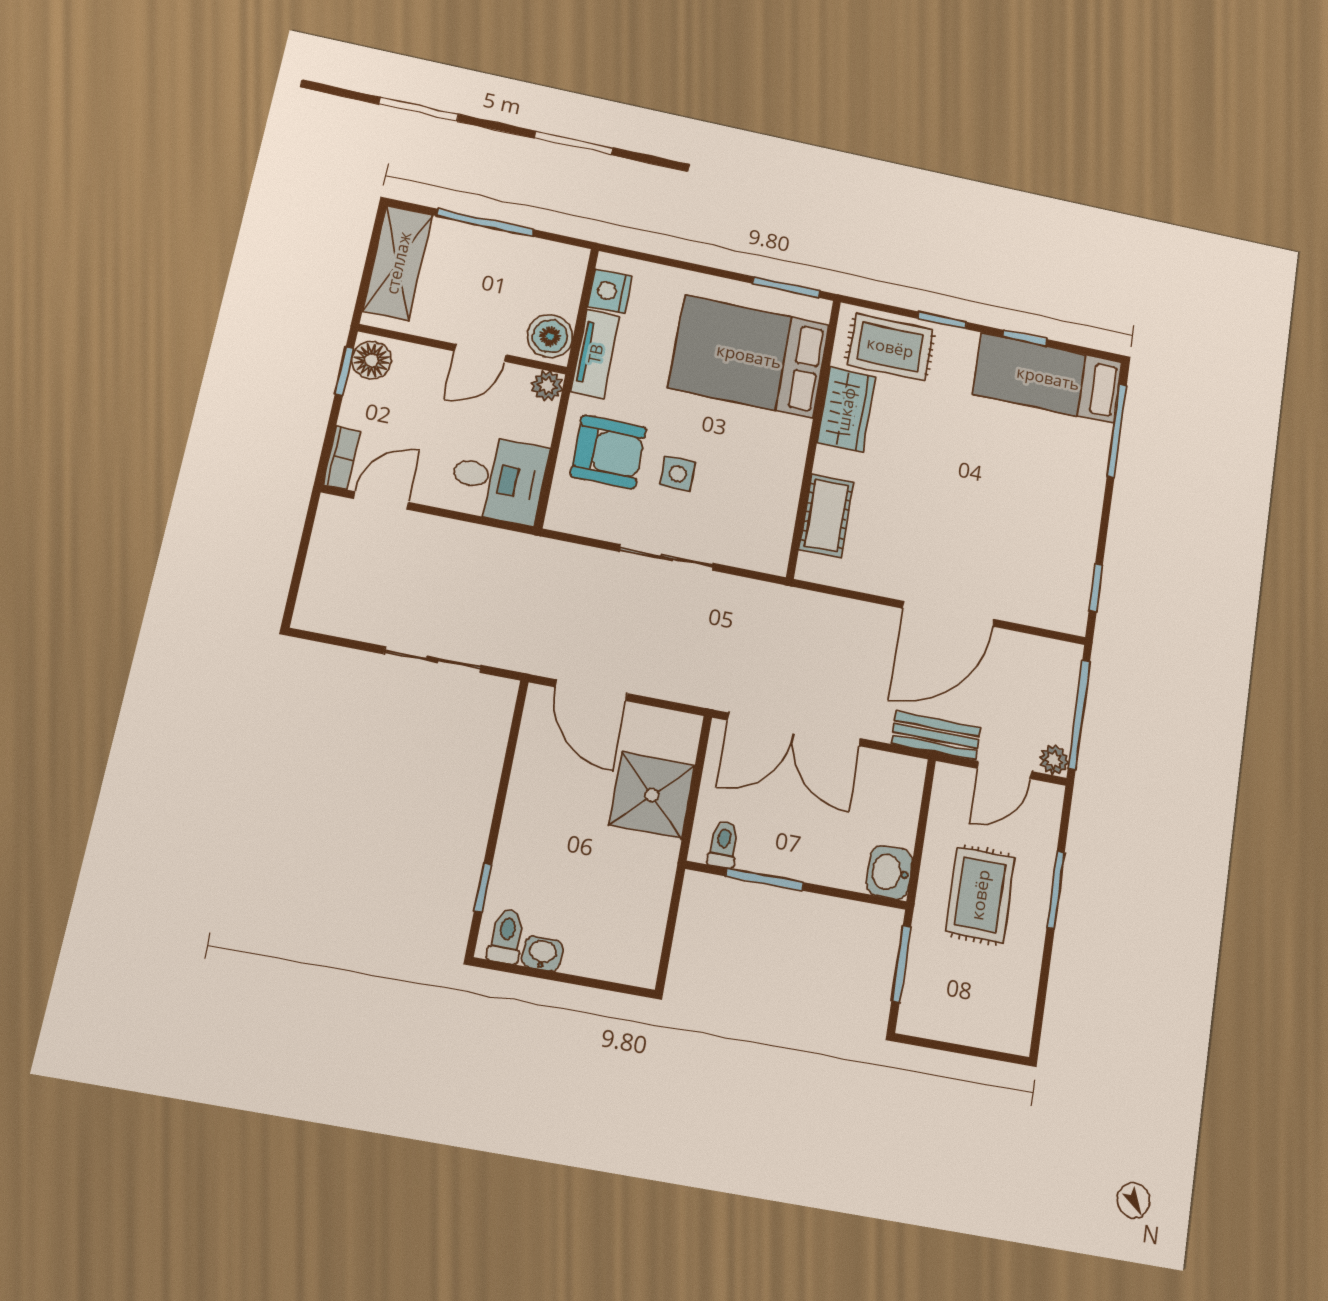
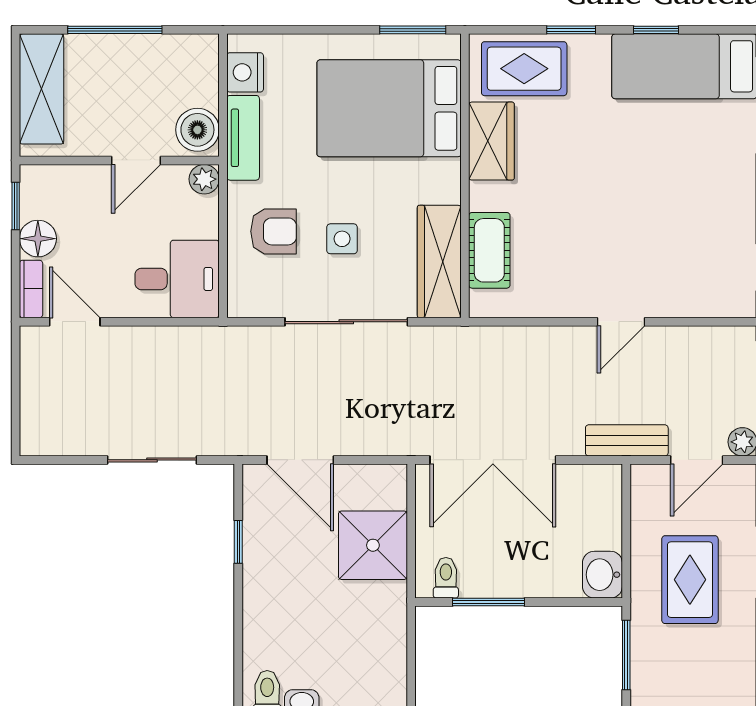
floor lamp: (371, 360) -> (38, 239), moved
armchair: (608, 452) -> (274, 231), width x0.72, depth x0.72
door: (381, 500) -> (75, 322), hinge flipped
wardrobe: (773, 516) -> (439, 261), added
sliding door: (666, 557) -> (346, 322), width x1.37
door: (948, 614) -> (621, 322), width x0.53
window: (483, 887) -> (238, 542), moved

